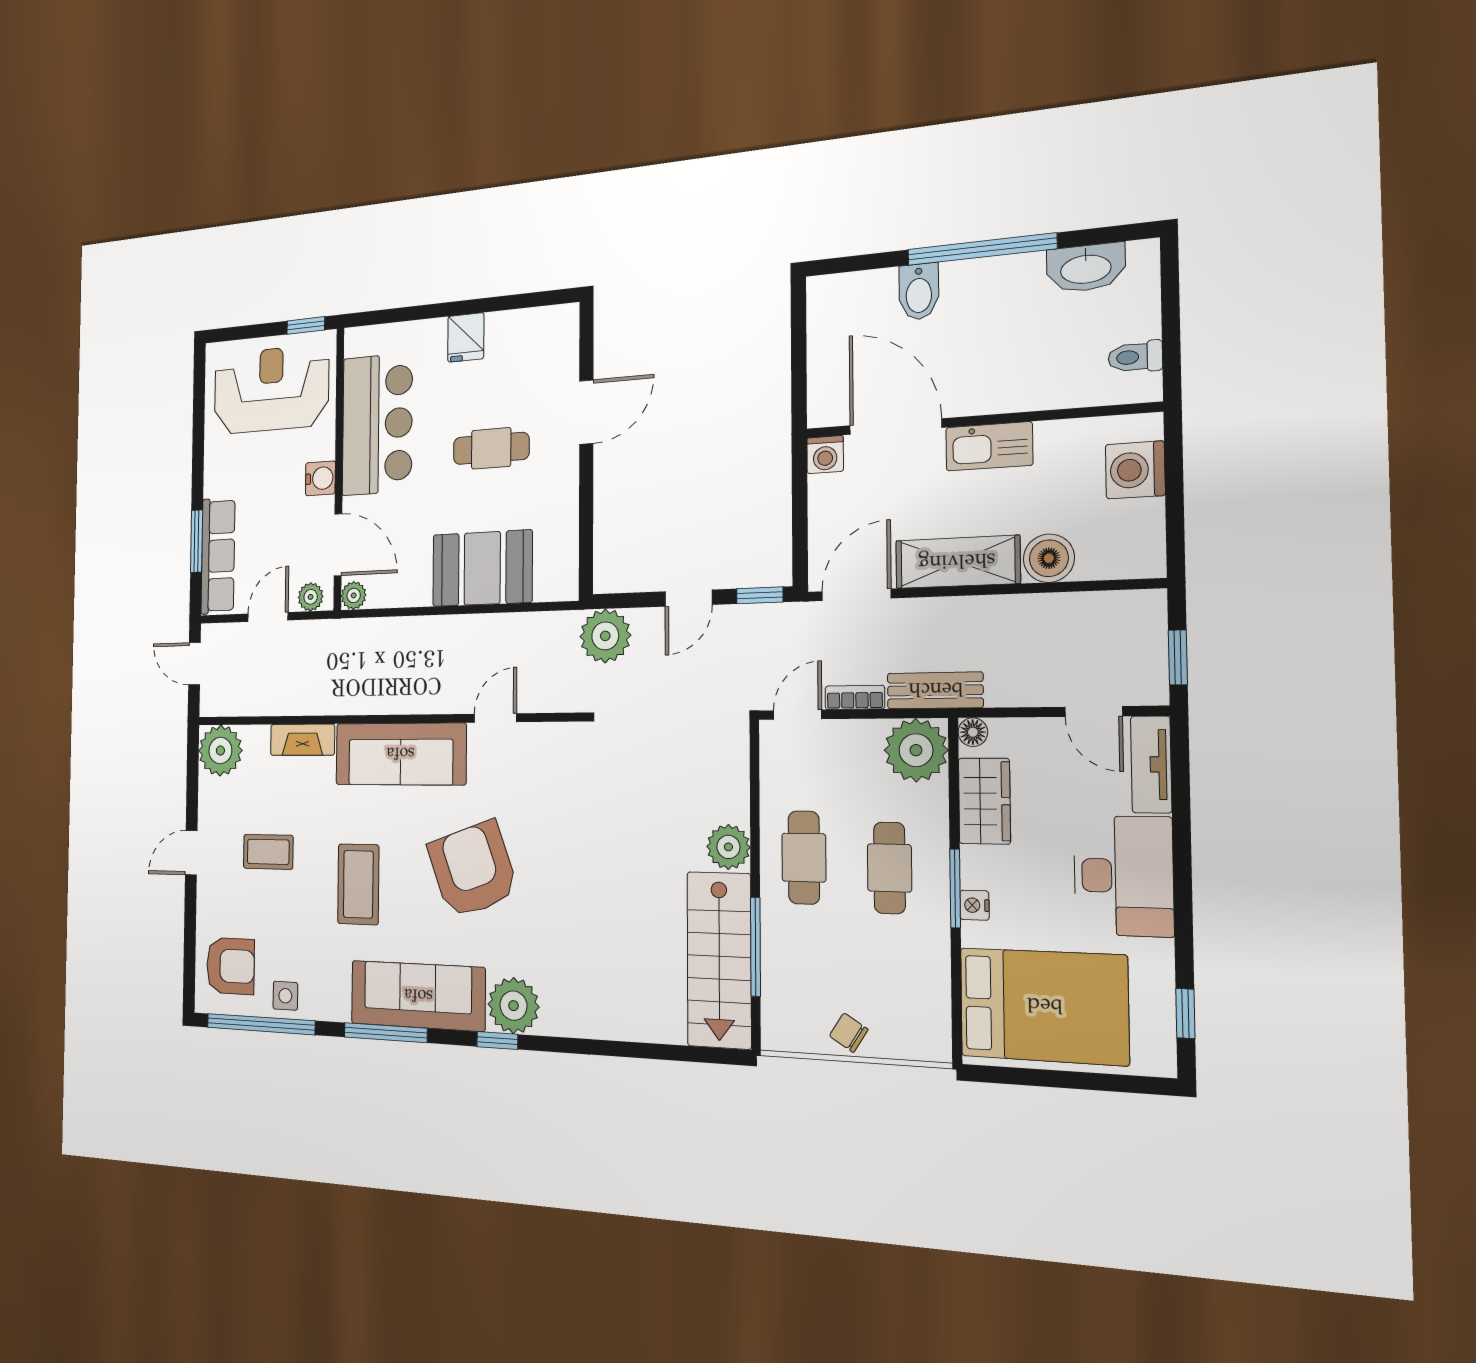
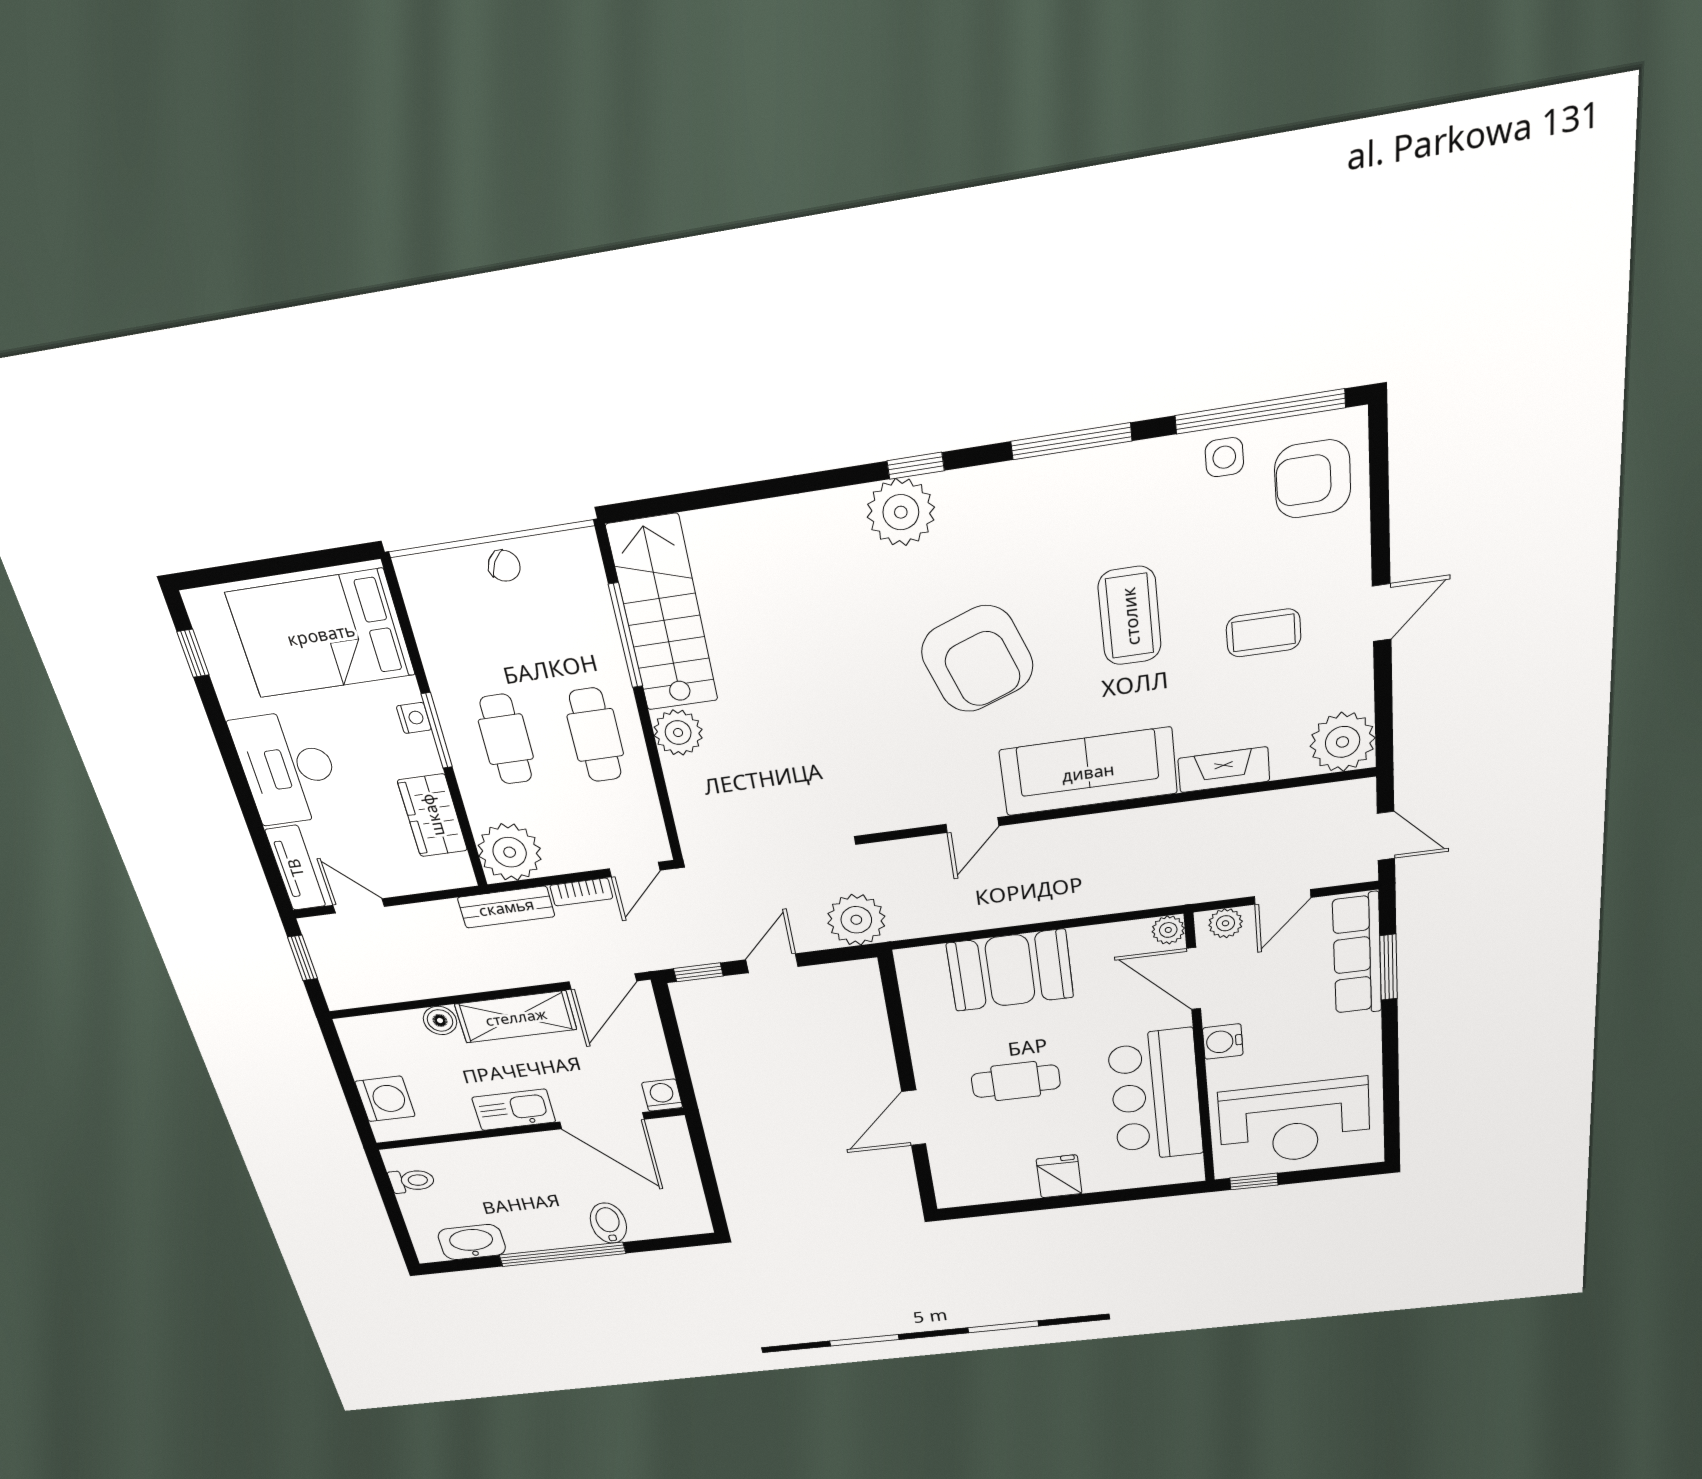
boiler: (1049, 558) -> (440, 1020), width x0.73, depth x0.73
floor lamp: (973, 732) -> (461, 875), removed
sofa: (418, 996) -> (1031, 497), removed

